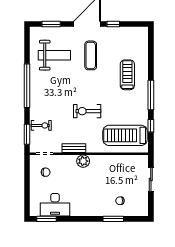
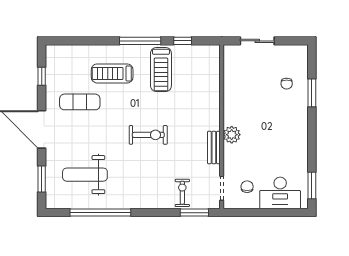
window: (113, 24) -> (42, 76), moved
weight bench: (54, 55) -> (85, 175), turned -90
exercise mat: (91, 55) -> (80, 102), moved
window: (27, 86) -> (100, 213), moved
exercise bike: (87, 111) -> (148, 135), moved, turned -90
treadmill: (125, 135) -> (161, 69), moved, width x0.73, depth x0.73
desk: (55, 205) -> (280, 193), moved, turned 90

